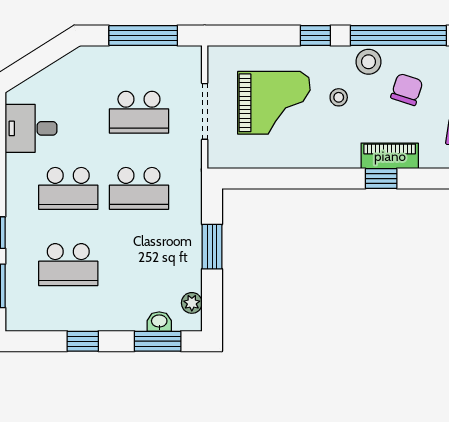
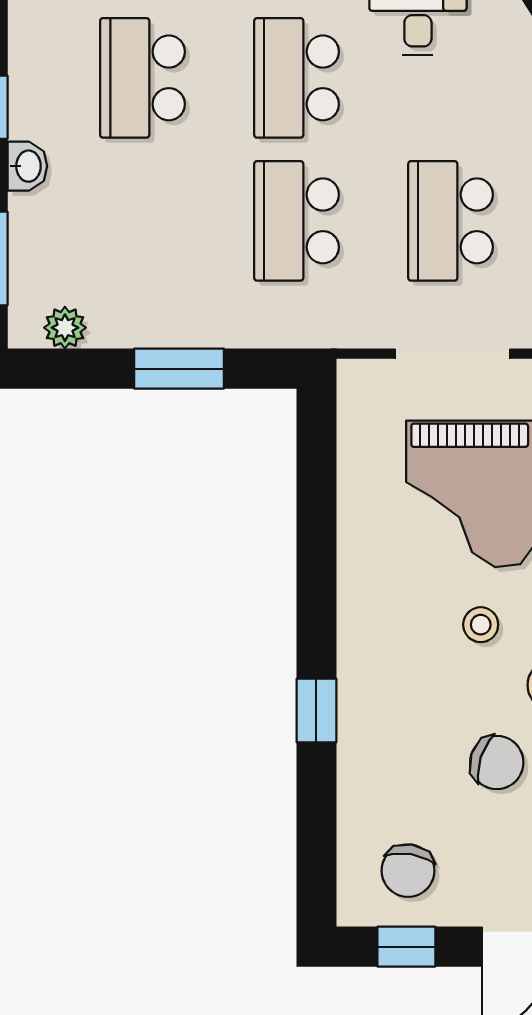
piano: (390, 156) -> (362, 728), removed
washbasin: (159, 322) -> (27, 166), moved

